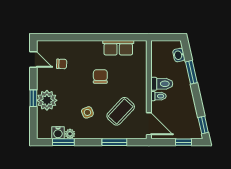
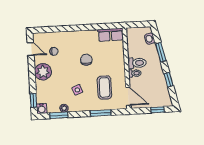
row of seats: (118, 48) -> (111, 35), moved
window: (33, 98) -> (33, 100), moved
plant: (47, 100) -> (43, 72), moved
coffee table: (121, 111) -> (104, 87), turned -43
window: (203, 125) -> (169, 80), moved
water cooler: (58, 133) -> (42, 109), moved

